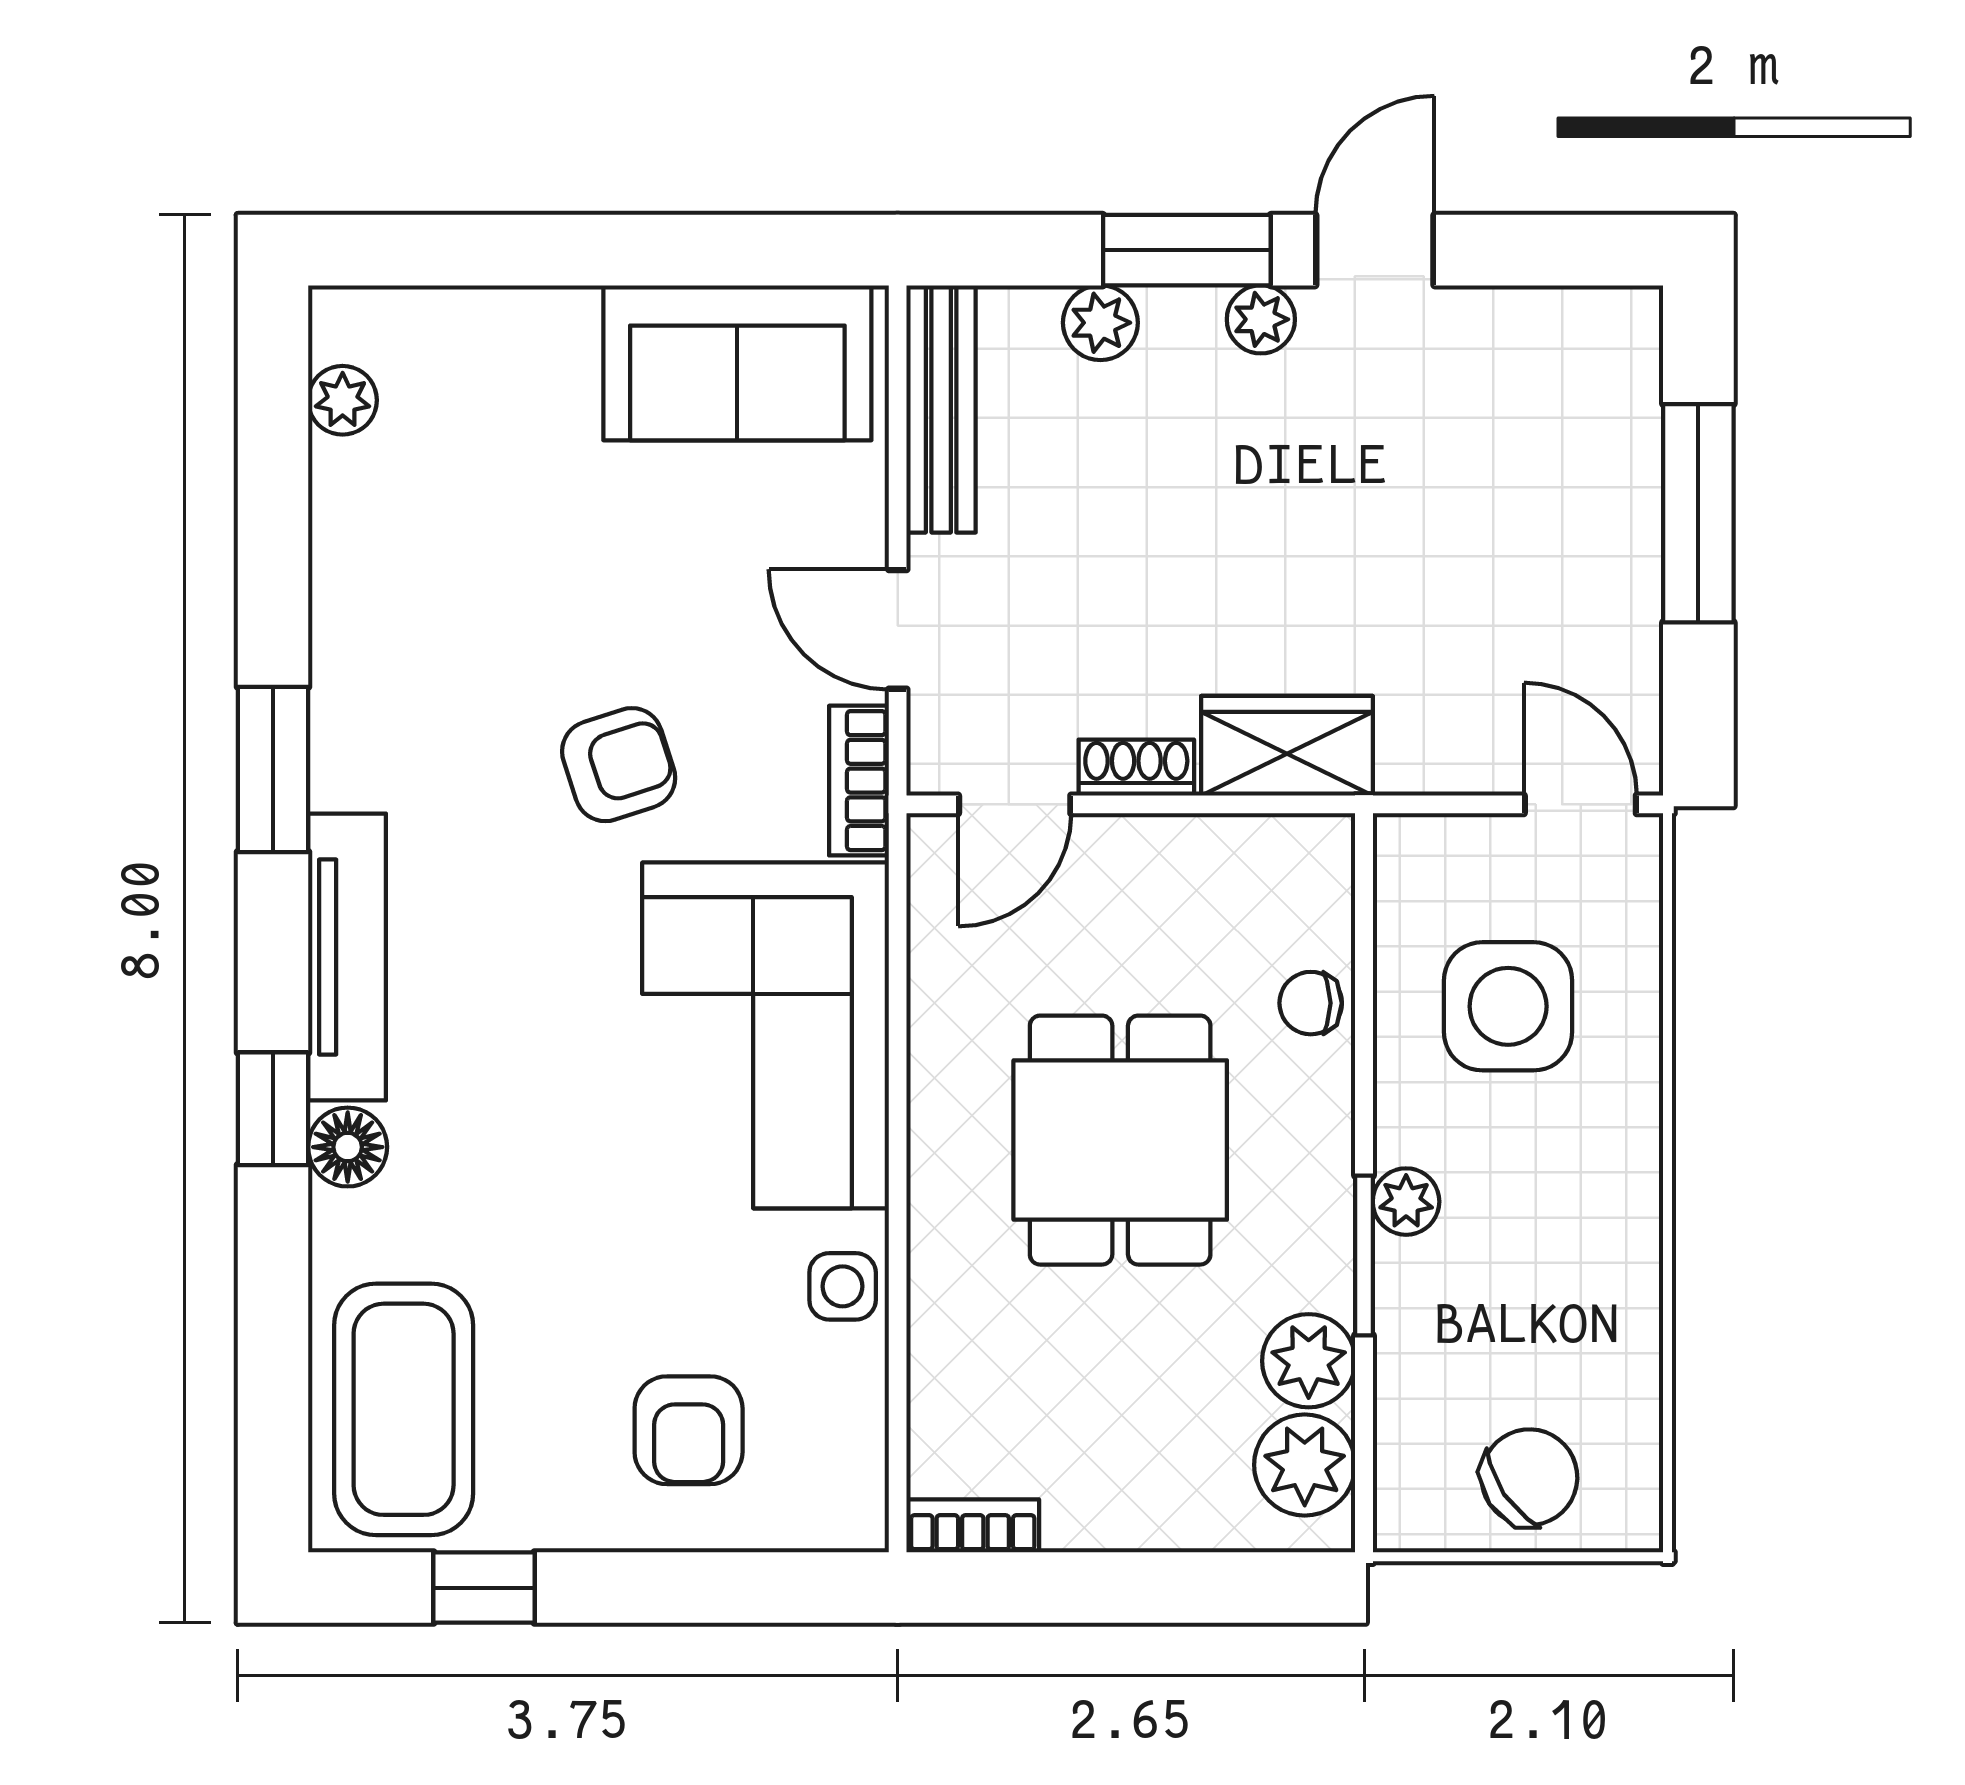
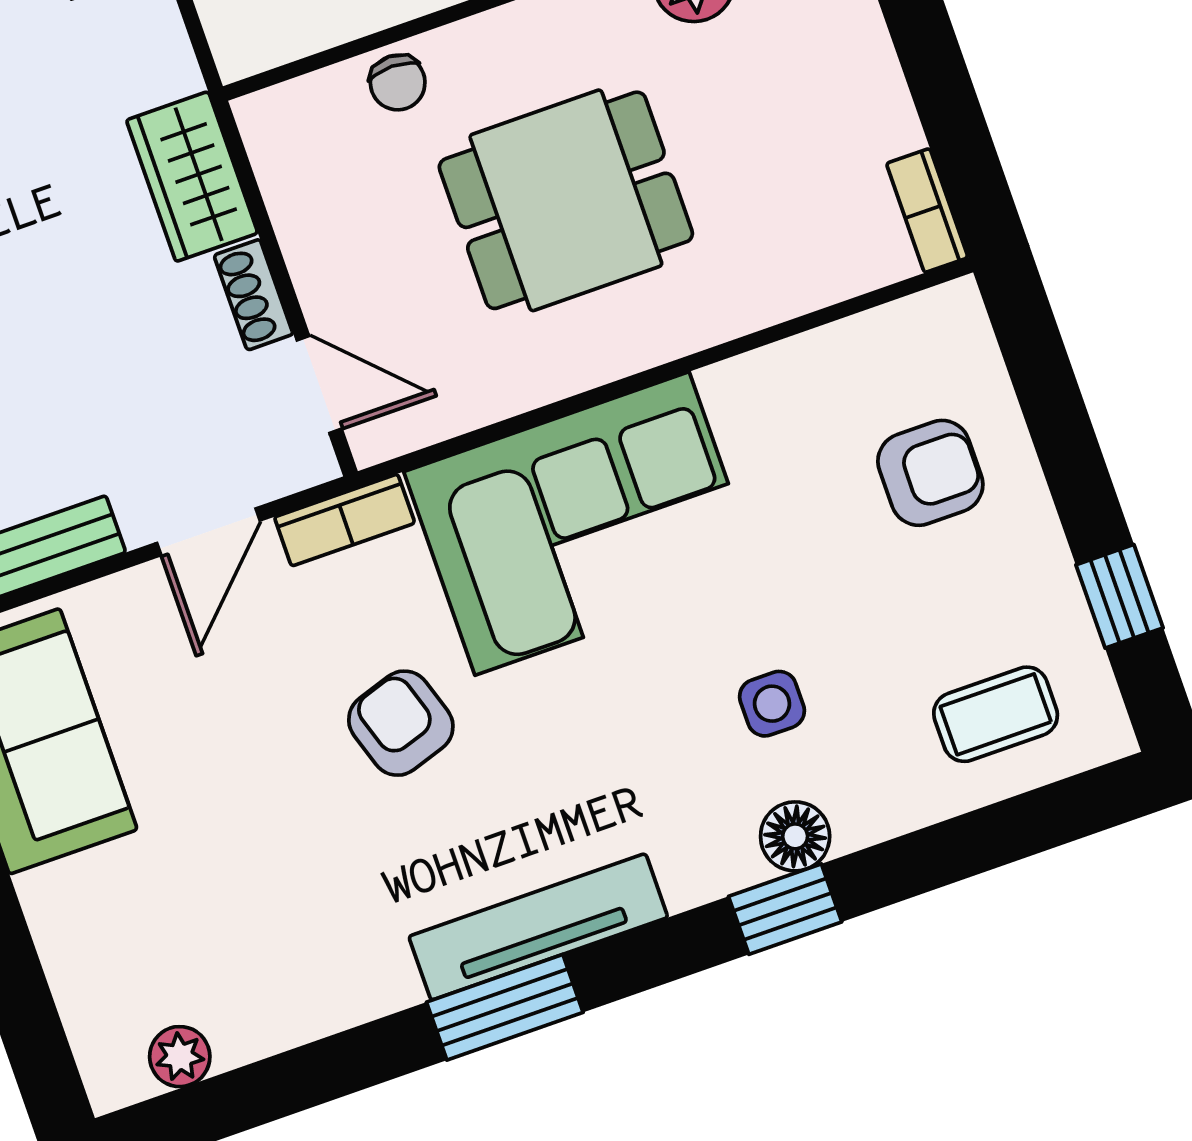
tv unit: (347, 957) -> (538, 927), moved
side table: (843, 1286) -> (772, 704), moved
coffee table: (404, 1409) -> (996, 714), width x0.54, depth x0.58

